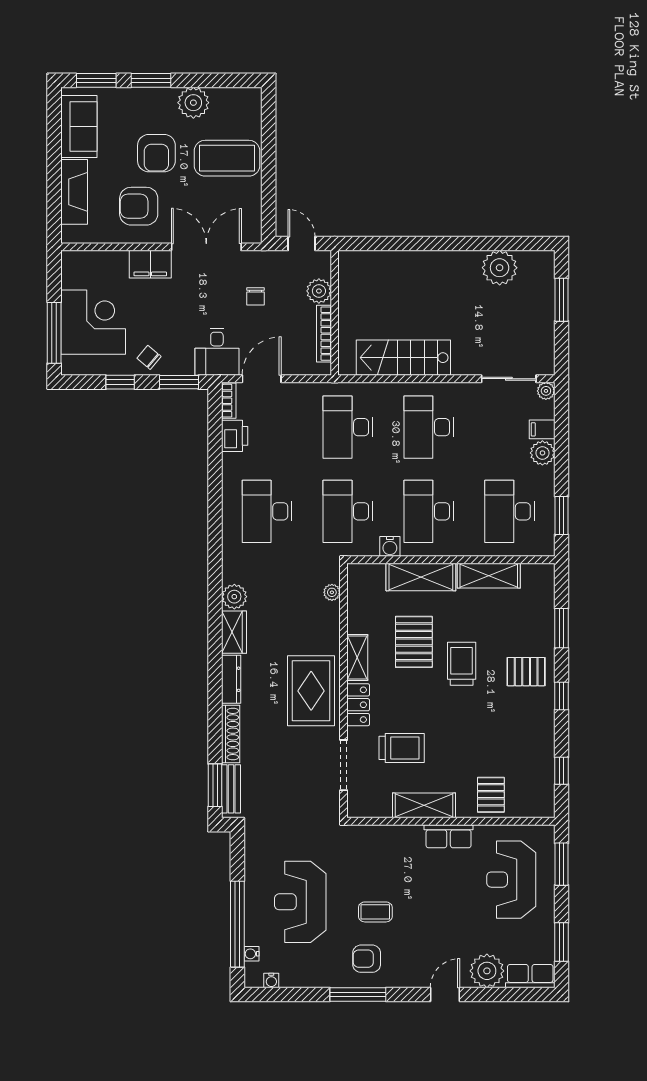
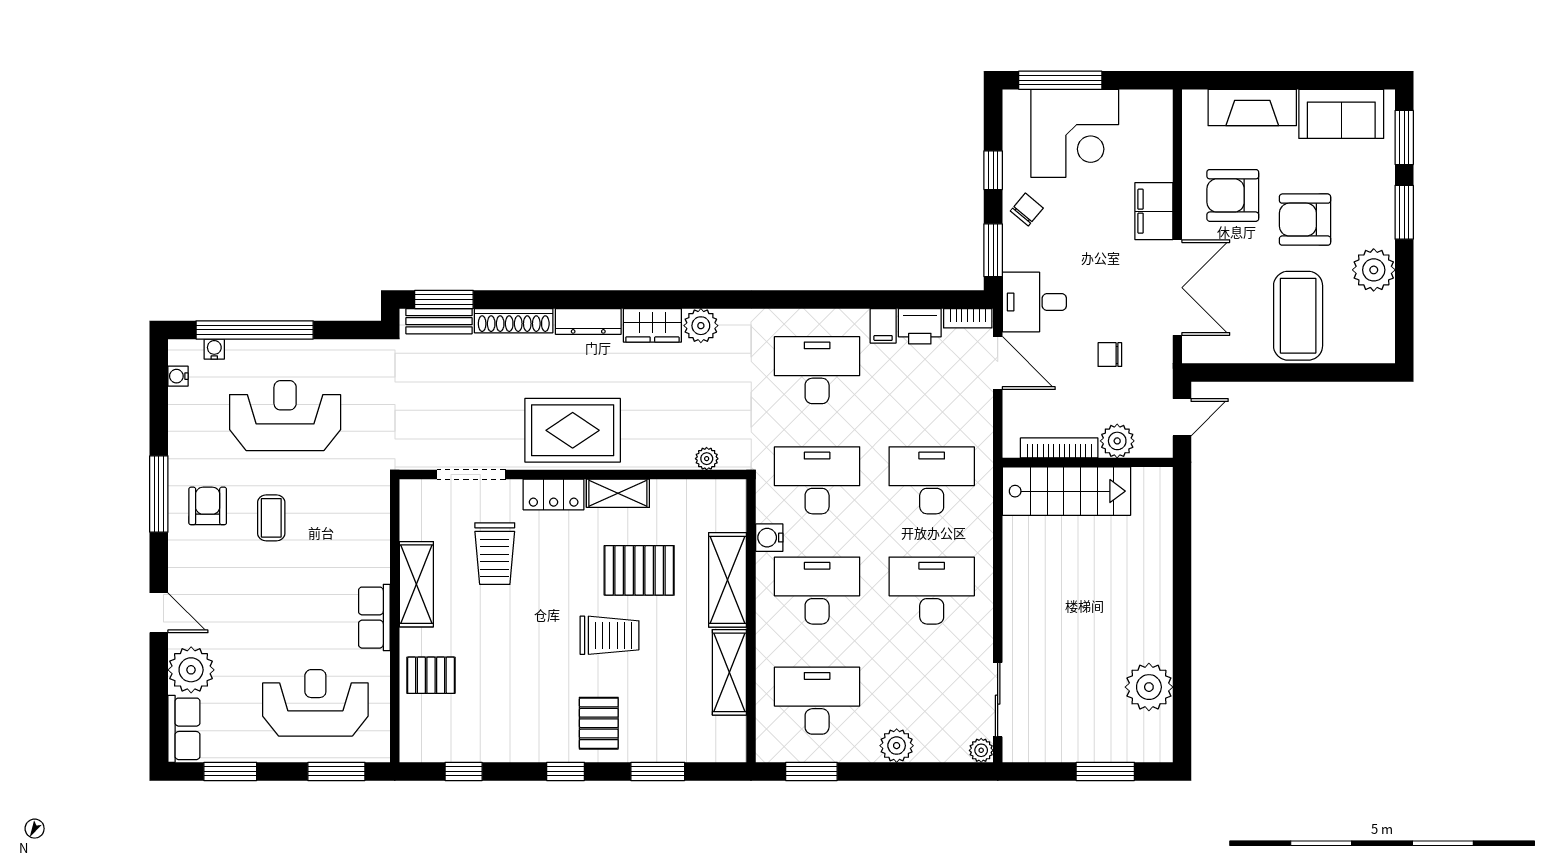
armchair: (139, 206) -> (1233, 195), turned -90
stairs: (403, 358) -> (1066, 491), moved, turned 90
filing cabinet: (542, 429) -> (883, 326), moved, turned 180

